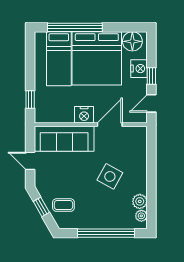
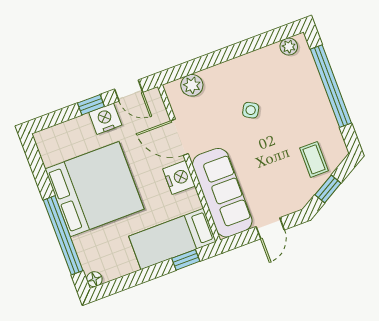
floor lamp: (132, 41) -> (94, 279), moved, width x0.53, depth x0.53
bed: (59, 59) -> (172, 239), moved, turned 180
nightstand: (139, 69) -> (105, 119), moved
side table: (110, 176) -> (251, 110), width x0.54, depth x0.54
plant: (140, 201) -> (192, 85), moved

